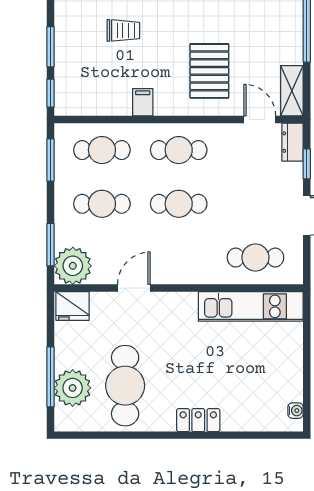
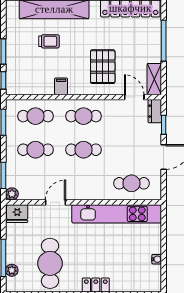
plant: (73, 266) -> (12, 194), width x0.53, depth x0.53
kitchen unit: (251, 306) -> (117, 214), width x1.36
plant: (73, 388) -> (12, 270), width x0.53, depth x0.53
water cooler: (296, 411) -> (157, 259), moved

